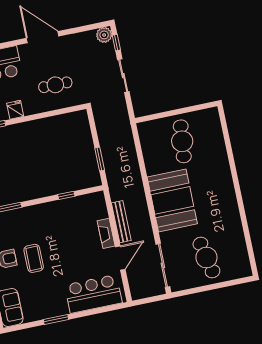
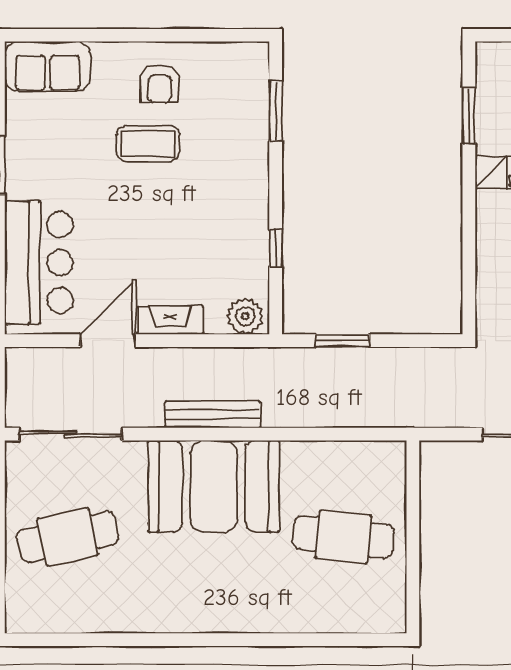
plant: (98, 202) -> (245, 316), added
bench: (121, 222) -> (213, 414), moved
door: (120, 258) -> (108, 341), swing flipped

